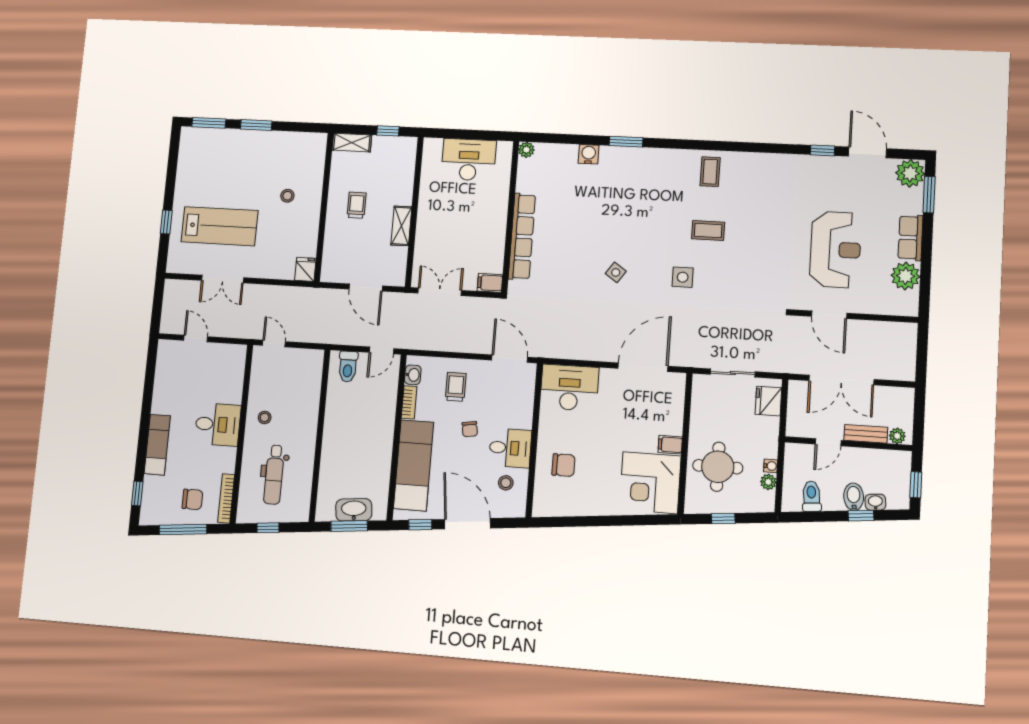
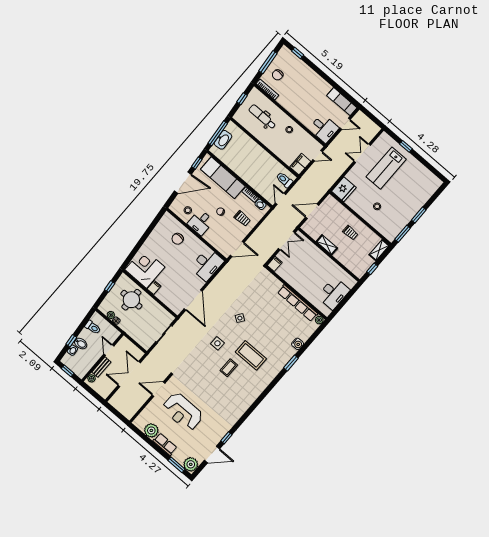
window: (209, 123) -> (402, 234), moved
coffee table: (710, 172) -> (251, 355), moved, width x1.86, depth x1.72
row of seats: (522, 236) -> (298, 303), moved
fridge: (305, 269) -> (344, 189), width x1.88, depth x1.34
filing cabinet: (306, 360) -> (300, 164), added
fridge: (768, 401) -> (142, 339), removed
desk: (218, 424) -> (324, 128), moved, turned -90
exam couch: (157, 445) -> (342, 102), moved
window: (349, 526) -> (218, 133), width x1.44

